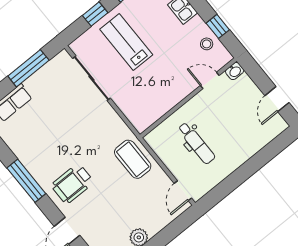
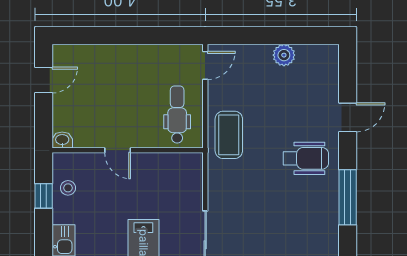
door: (210, 80) -> (118, 150), moved
dental chair: (196, 143) -> (177, 115), moved

